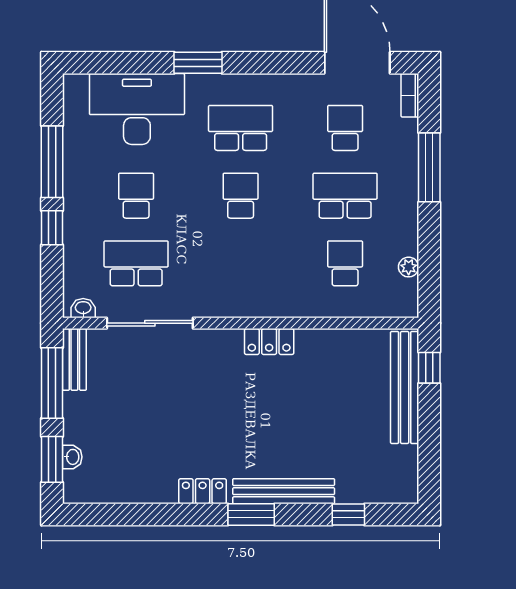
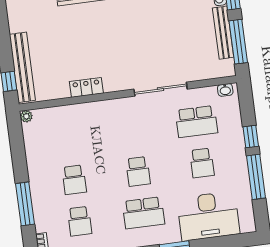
school desk: (345, 196) -> (74, 180), width x0.54
school desk: (345, 263) -> (69, 138), removed
plant: (409, 267) -> (26, 116), moved
sliding door: (150, 323) -> (161, 89), moved
locker: (269, 342) -> (86, 87), moved
bench: (74, 359) -> (223, 33), moved, width x1.36

